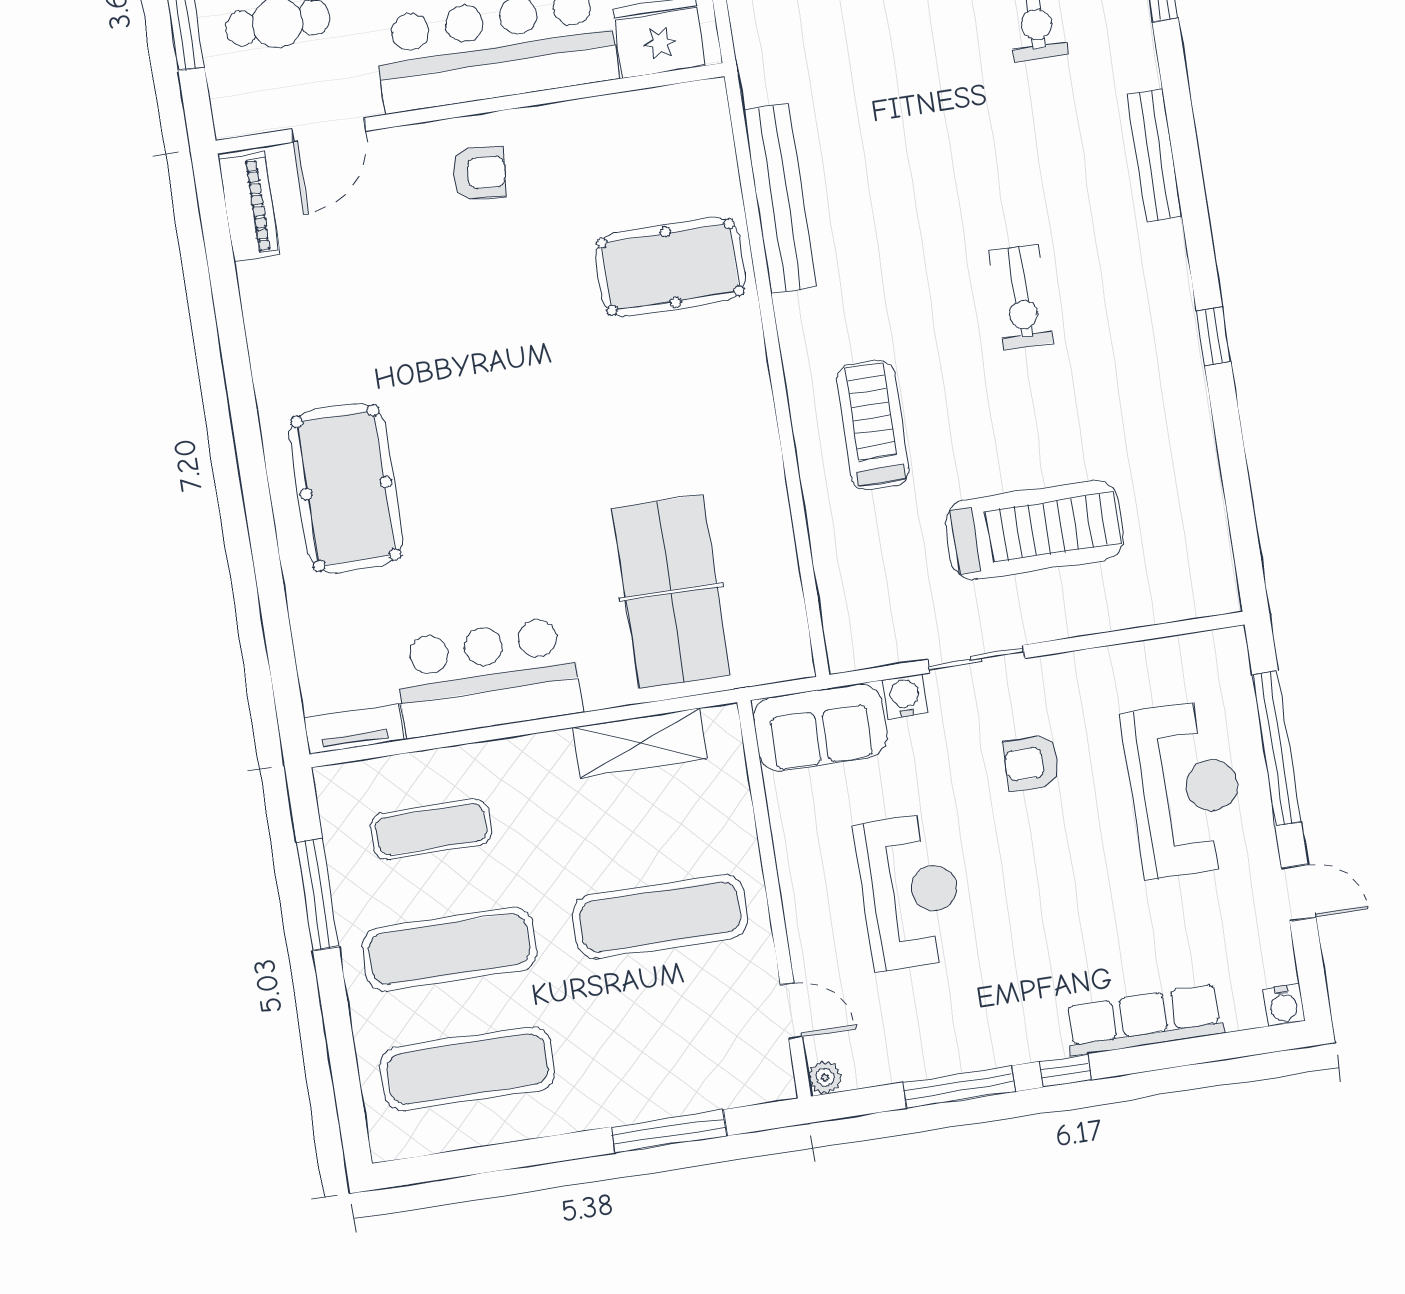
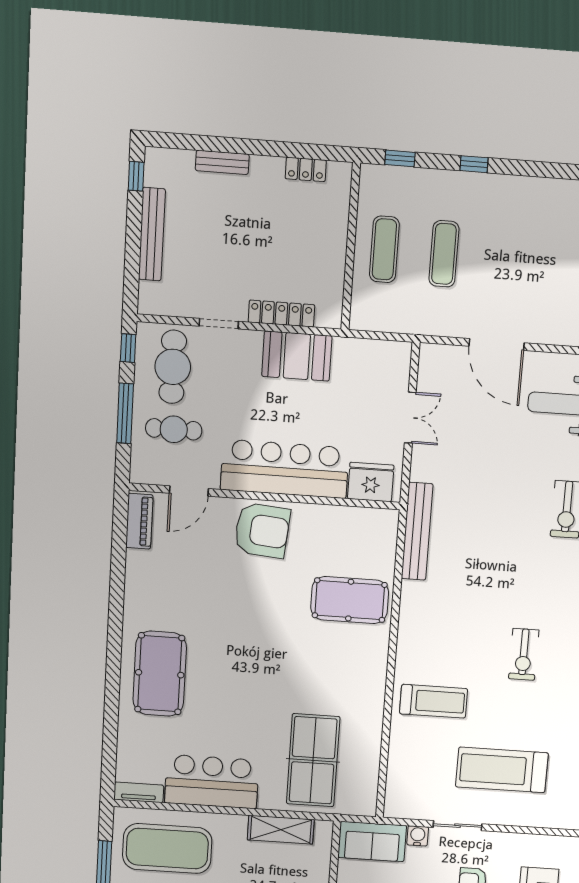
armchair: (479, 173) -> (262, 530), width x1.88, depth x1.88
bench: (780, 199) -> (417, 531), moved
treadmill: (873, 425) -> (434, 701), turned 90
treadmill: (1034, 530) -> (502, 770), turned 180
exercise mat: (431, 829) -> (167, 849), width x2.00, depth x1.45

